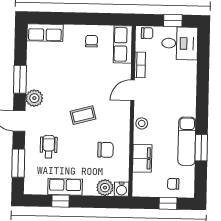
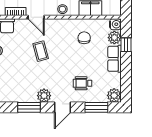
coffee table: (83, 115) -> (41, 51), moved
plant: (33, 186) -> (114, 95), added
row of seats: (65, 187) -> (115, 59), moved
window: (61, 201) -> (126, 45), moved

